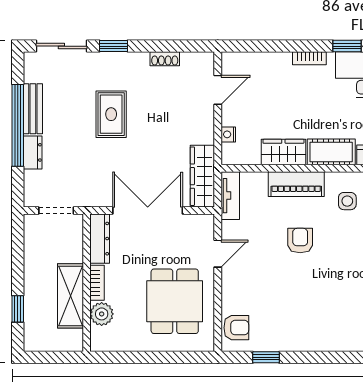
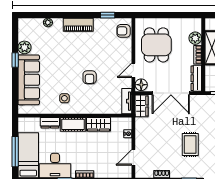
wardrobe: (202, 176) -> (142, 106), width x0.67
piano: (296, 184) -> (78, 25), moved, turned 180
floor lamp: (203, 226) -> (141, 85), added

